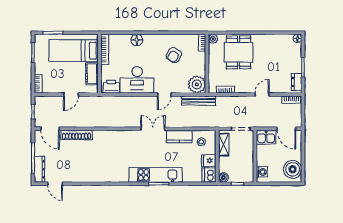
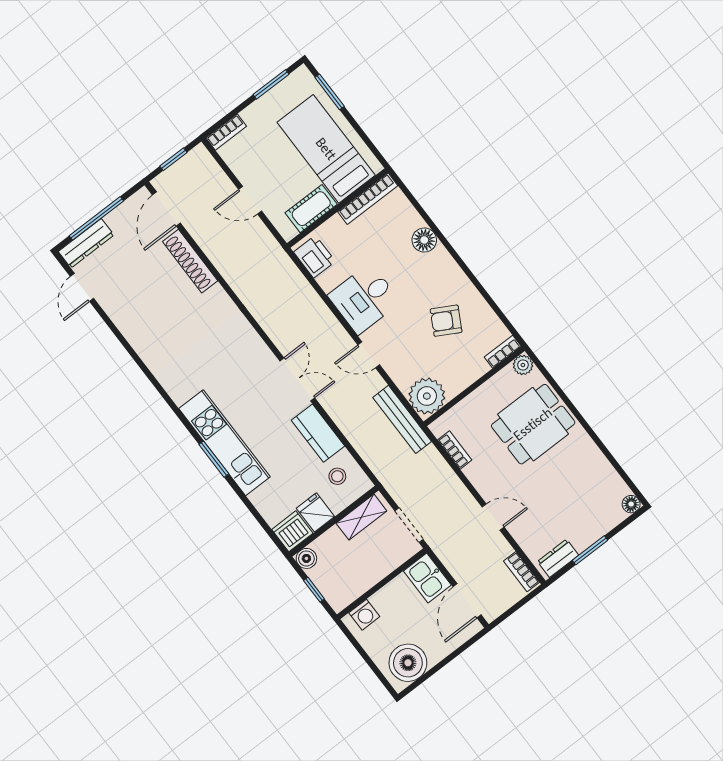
desk: (137, 80) -> (364, 299), width x0.73

